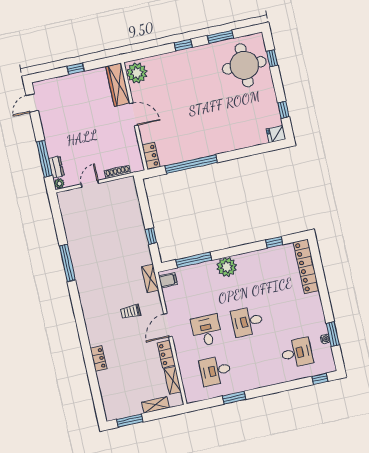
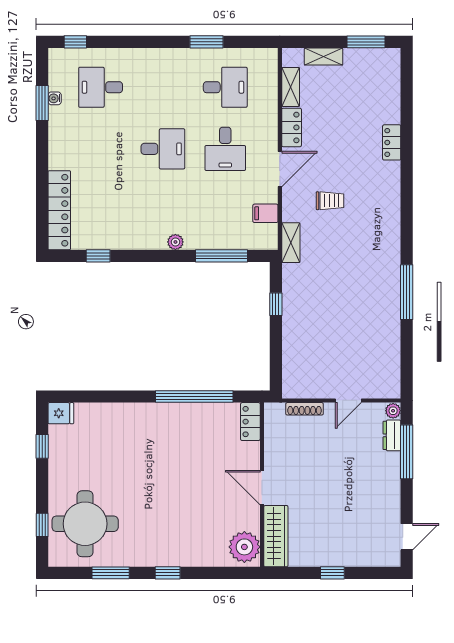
plant: (227, 267) -> (175, 242), width x0.53, depth x0.53
filing cabinet: (168, 280) -> (265, 213), moved

